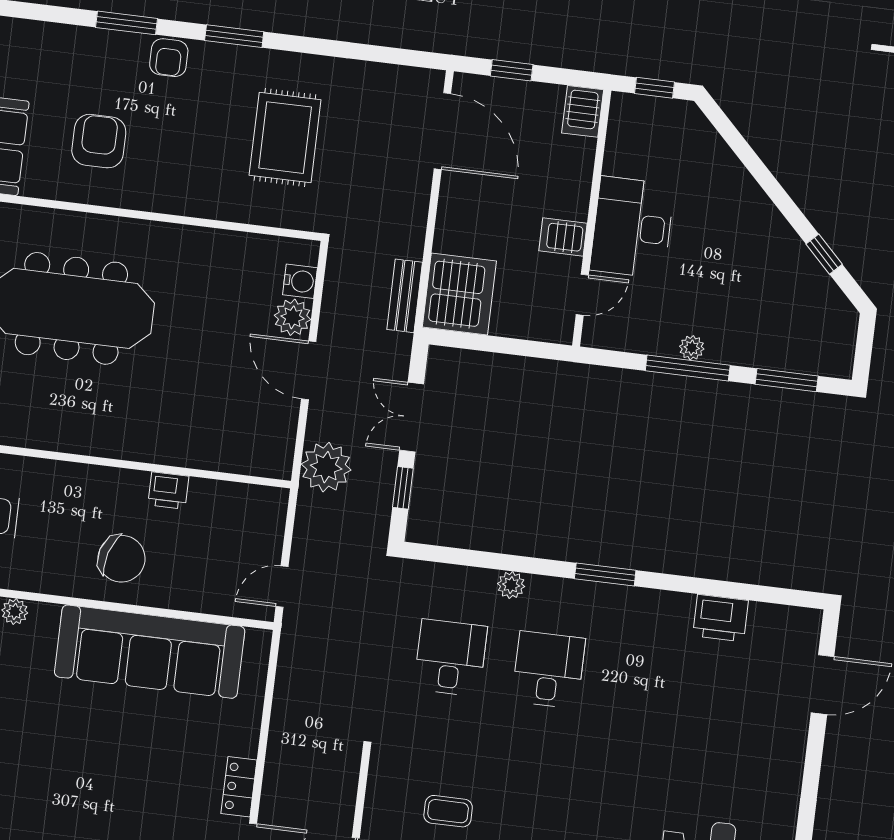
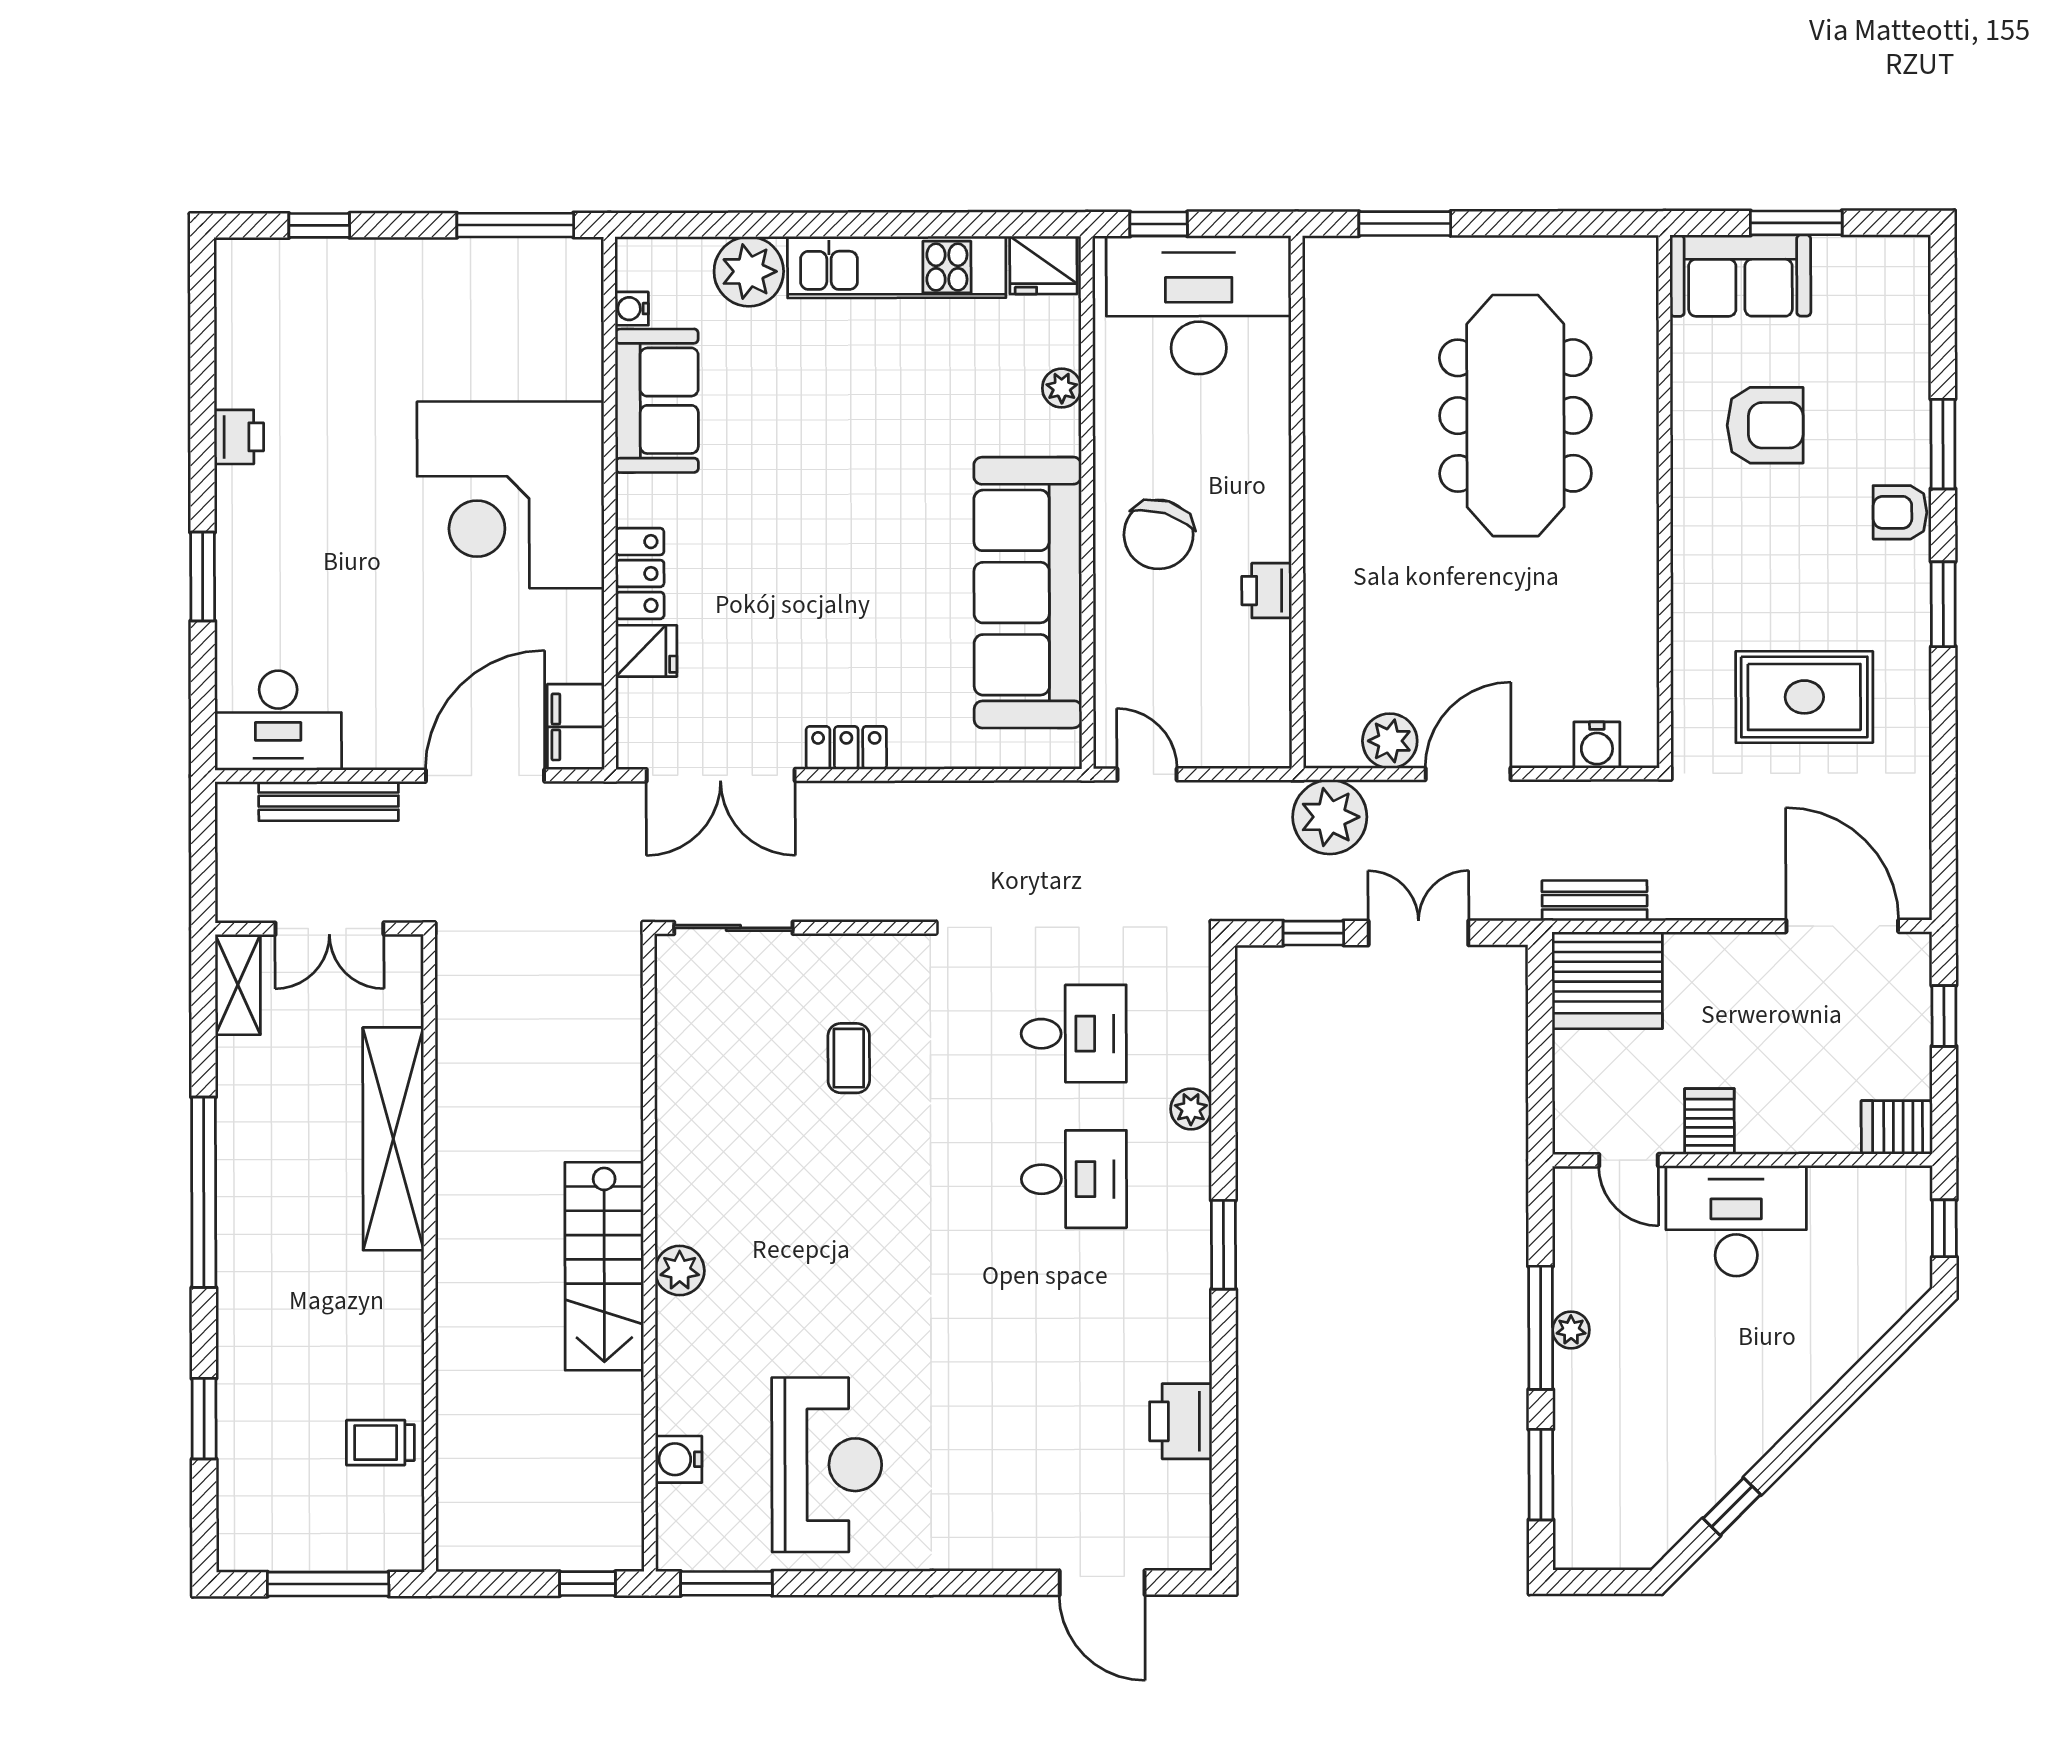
door: (442, 131) -> (1842, 926), swing flipped
plant: (293, 317) -> (1390, 741), moved

